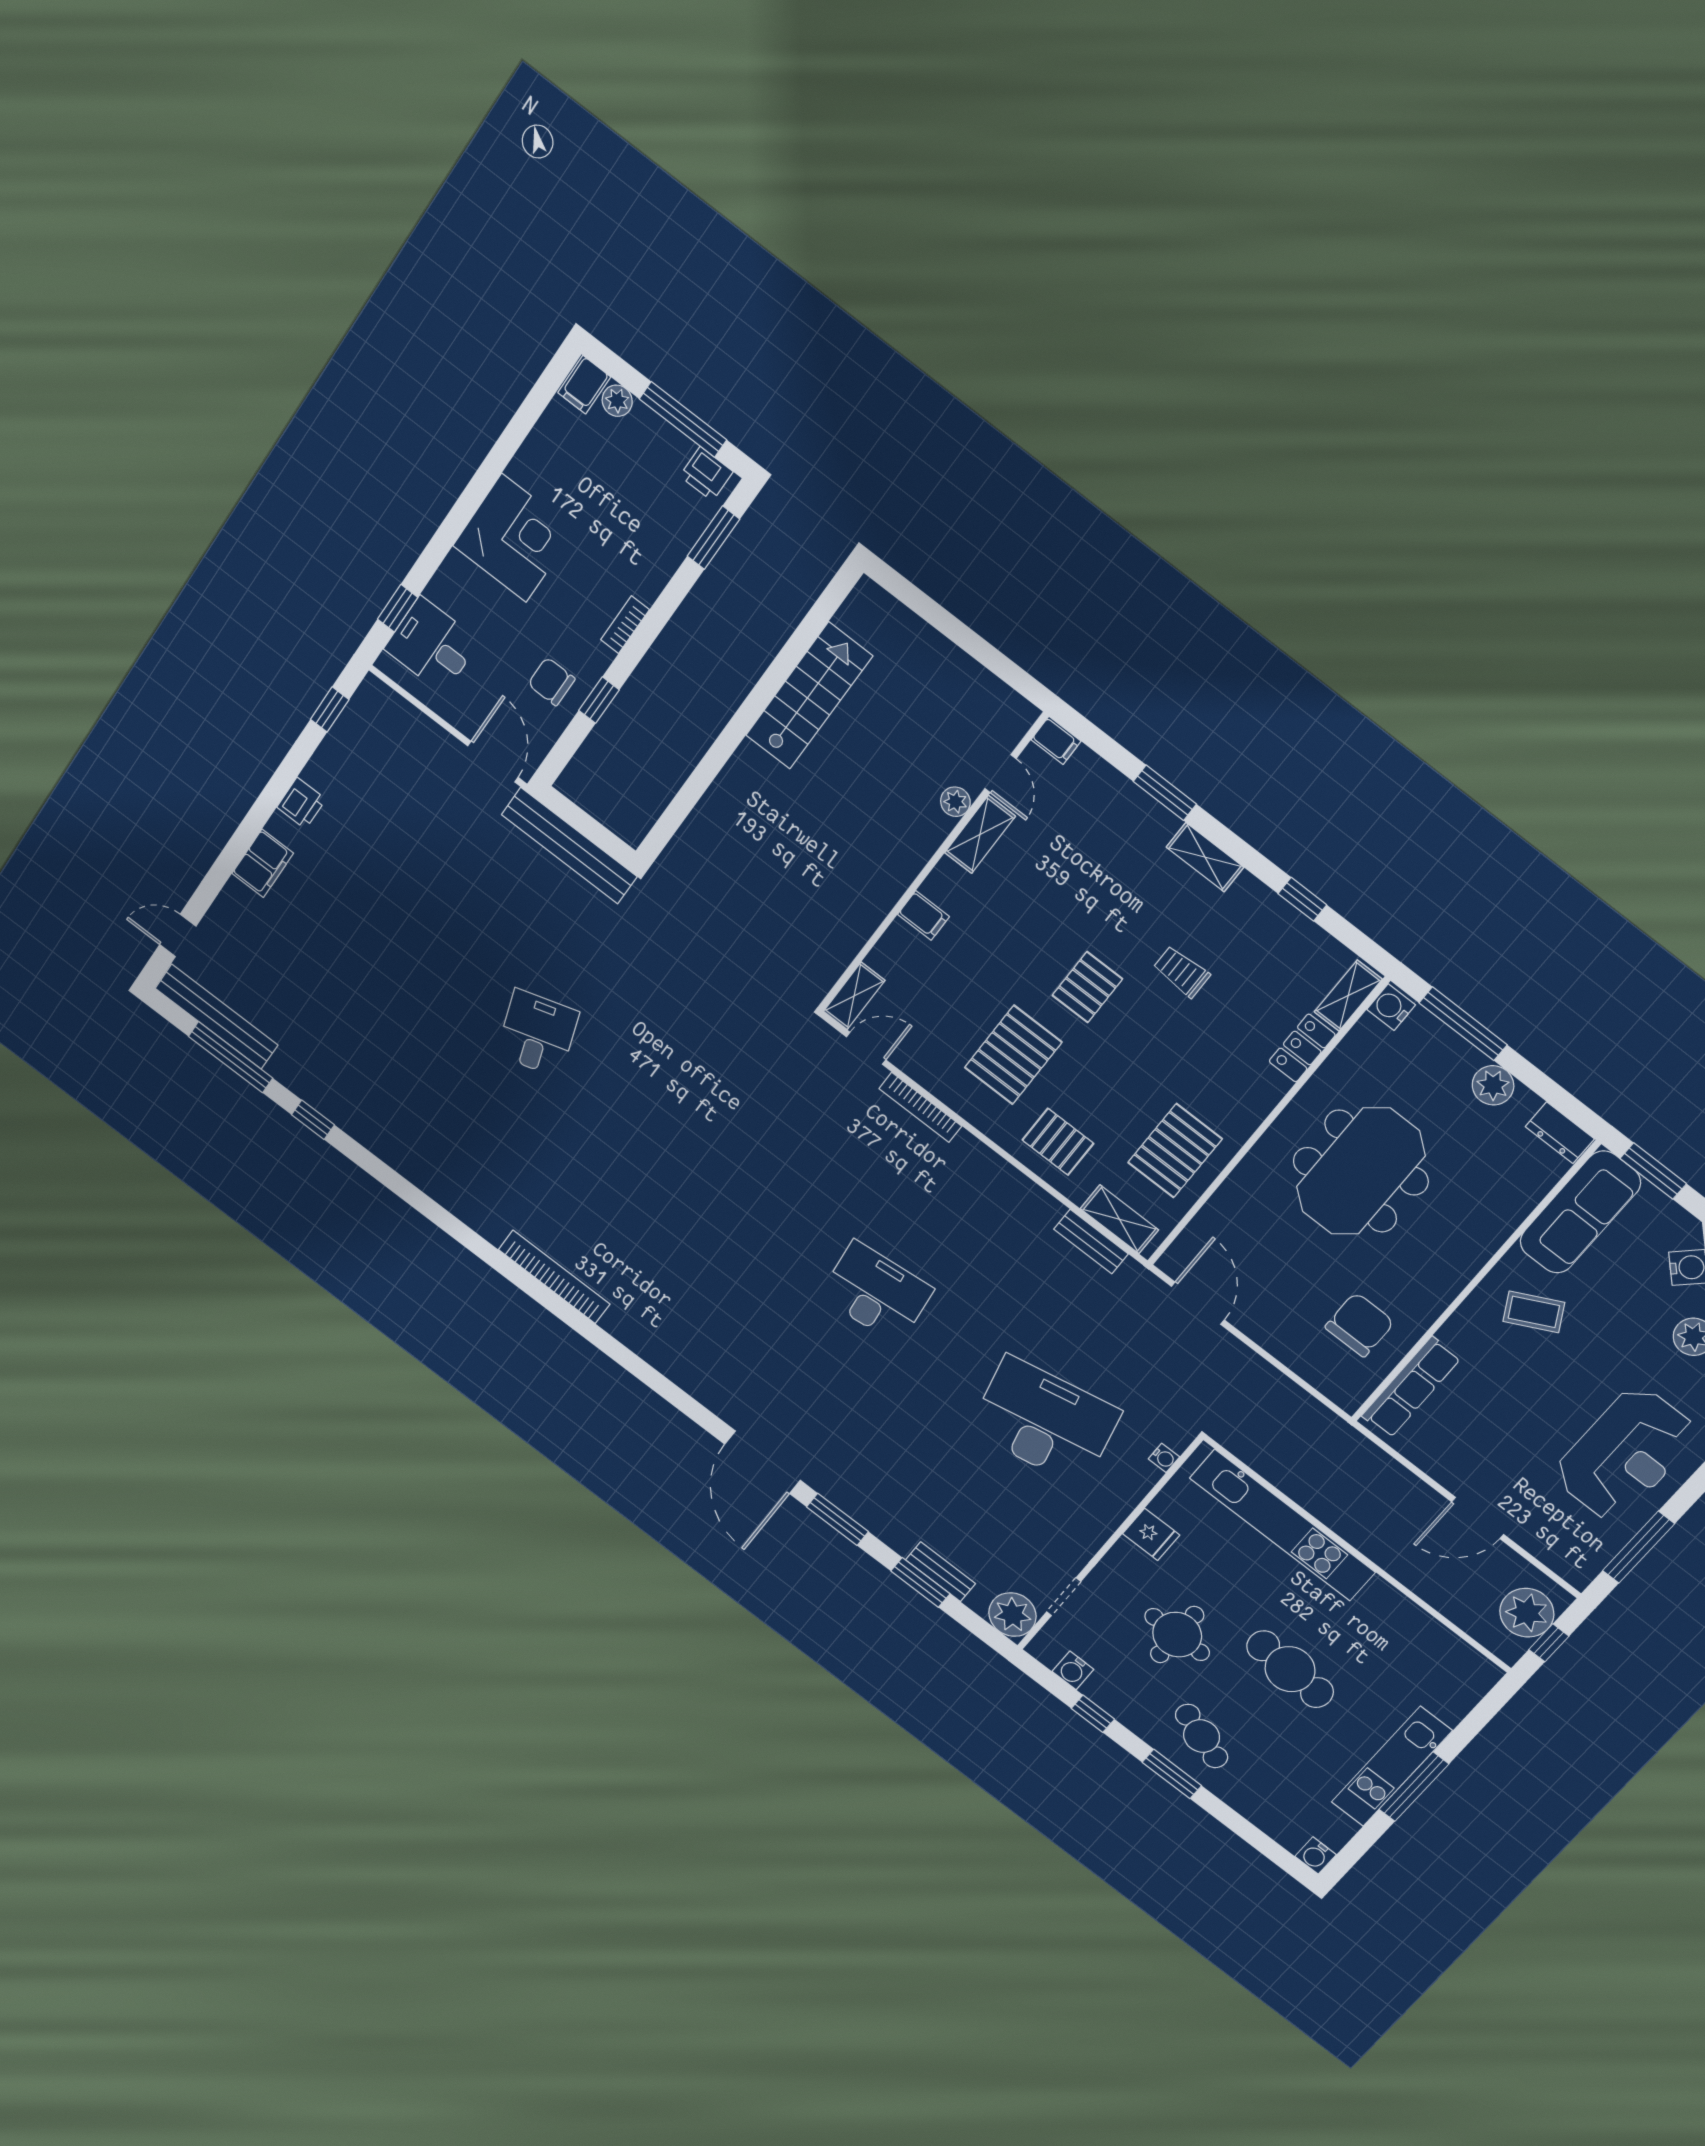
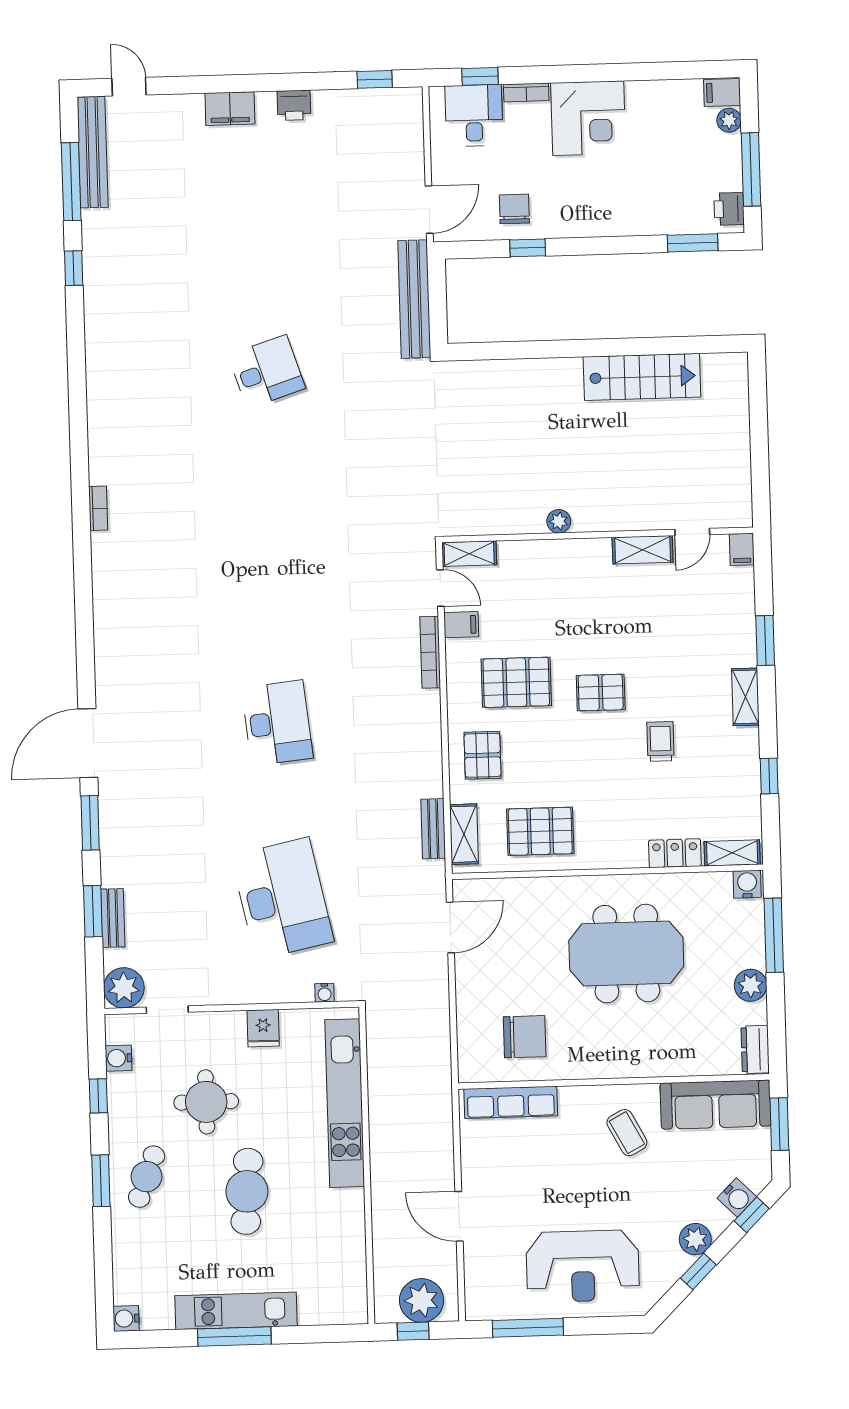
bookcase: (625, 625) -> (526, 92), moved, turned 180
plant: (955, 802) -> (559, 521), moved
filing cabinet: (923, 915) -> (461, 625), moved, turned -90
bookcase: (554, 1277) -> (98, 508), width x0.43, depth x0.76

